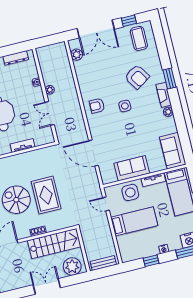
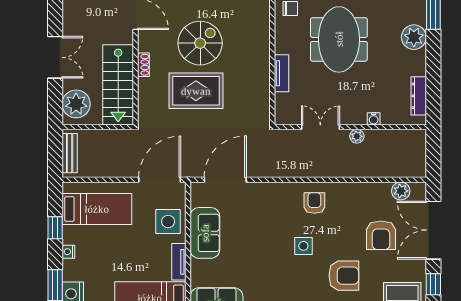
armchair: (107, 60) -> (381, 235), added
armchair: (137, 77) -> (344, 276), turned -147
door: (93, 153) -> (225, 180), moved
door: (106, 204) -> (160, 180), width x1.88
bed: (134, 221) -> (97, 209), moved, turned -90

